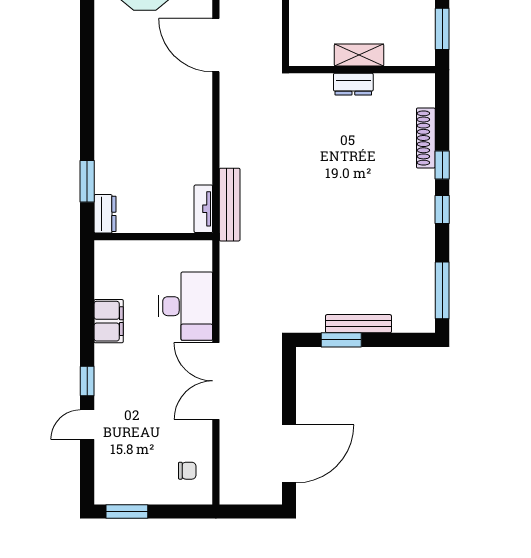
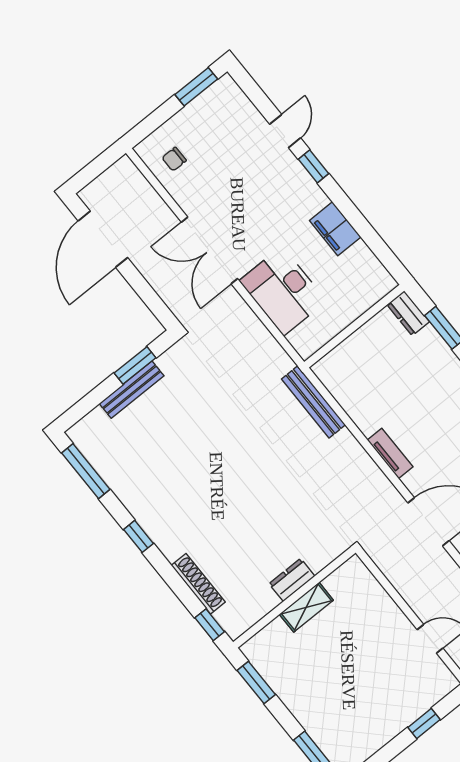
window: (442, 165) -> (210, 625), moved
tv unit: (203, 209) -> (390, 453), moved
double door: (216, 381) -> (209, 250), swing flipped

